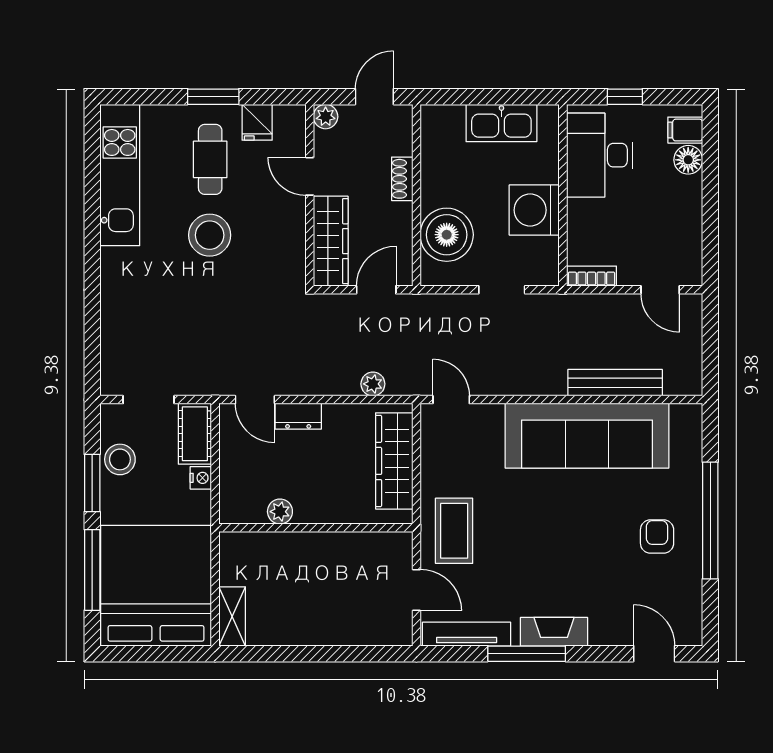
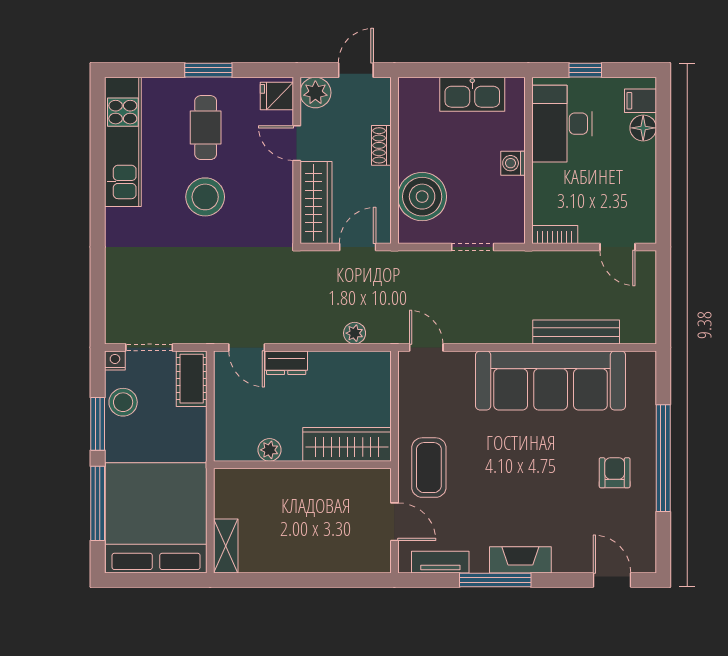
plant: (326, 117) -> (315, 93), width x1.38, depth x1.38
fridge: (257, 122) -> (277, 96), moved, turned 90
washing machine: (534, 210) -> (513, 163), width x0.53, depth x0.53
wardrobe: (394, 461) -> (347, 444), moved, turned 90
nightstand: (201, 478) -> (115, 360), moved, turned -90
tv unit: (467, 634) -> (440, 562), width x0.71

